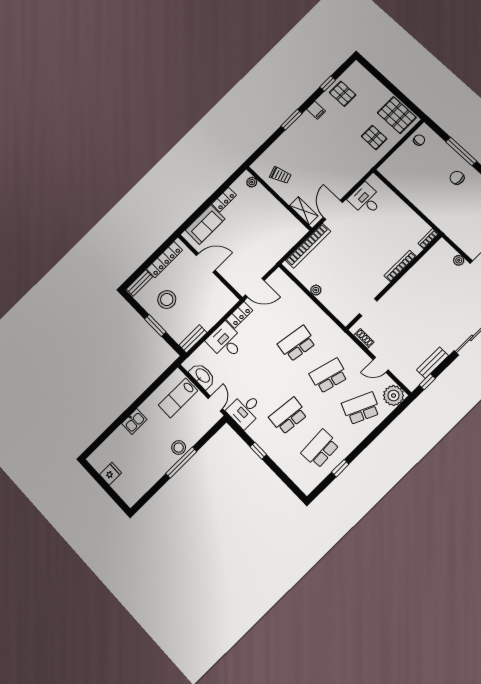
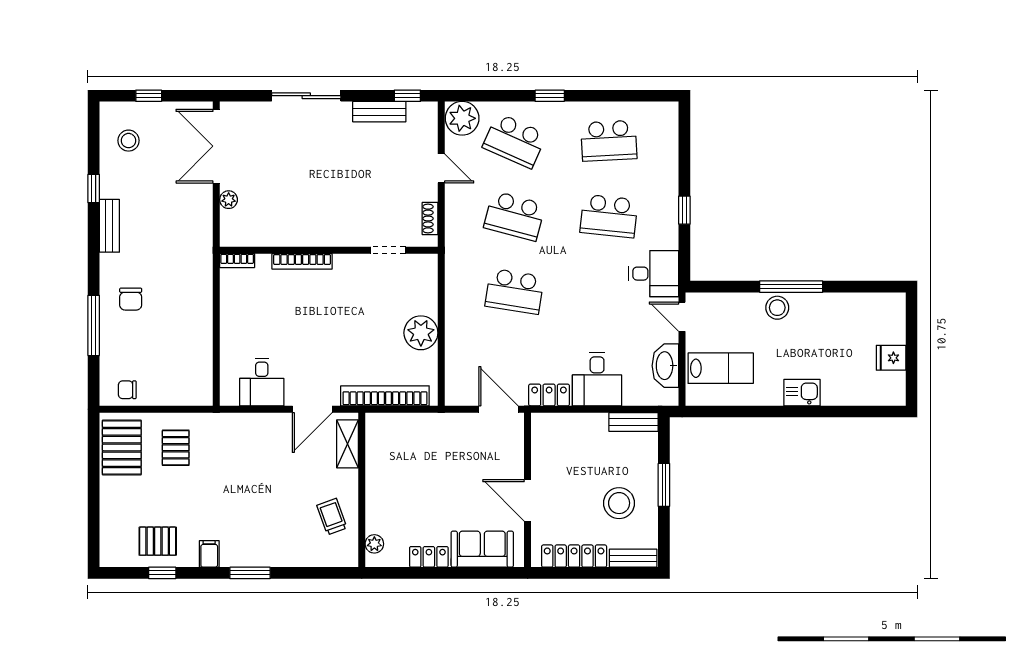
pallet: (343, 94) -> (158, 541), turned 90
plant: (316, 290) -> (421, 333), width x1.88, depth x1.88
door: (215, 404) -> (682, 317), hinge flipped
window: (340, 468) -> (550, 96), moved

